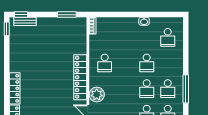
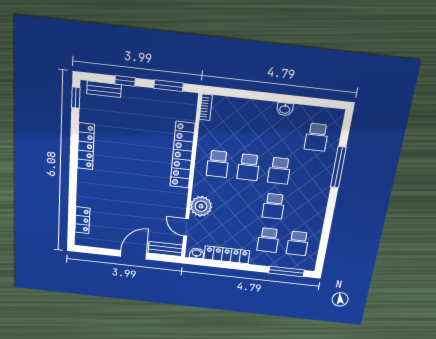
window: (21, 15) -> (125, 81), moved
locker: (80, 77) -> (182, 155), moved
locker: (15, 88) -> (86, 146), moved
school desk: (168, 89) -> (248, 167), moved
window: (186, 89) -> (338, 167), moved

